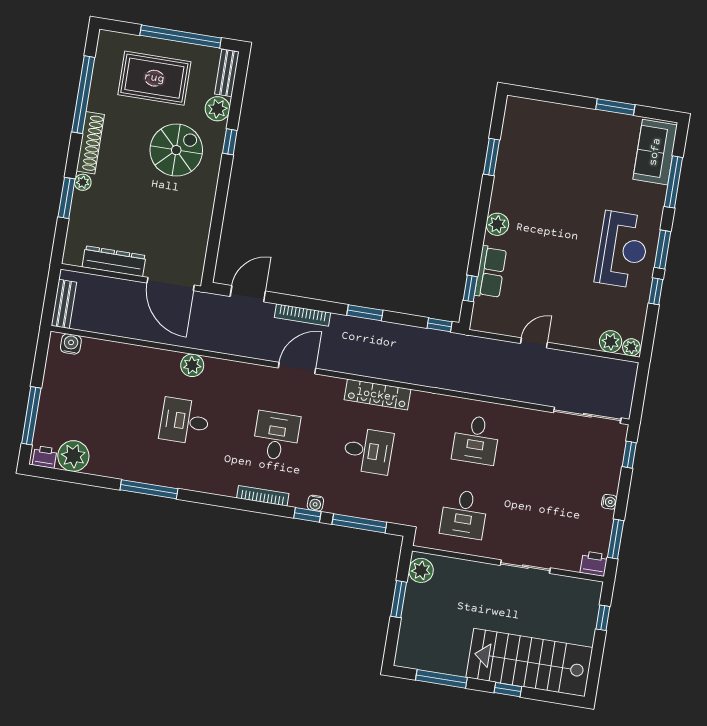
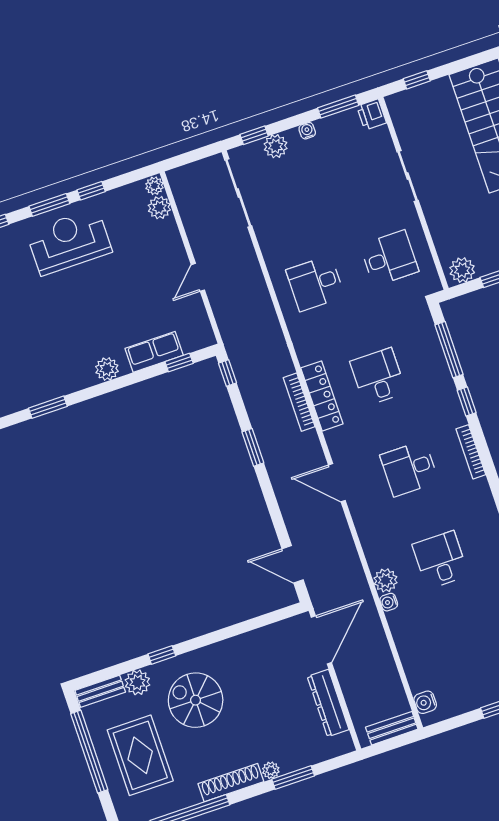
bookcase: (302, 315) -> (299, 402), moved, turned 180
door: (534, 343) -> (198, 277), hinge flipped
desk: (185, 421) -> (440, 560), turned 180
desk: (476, 440) -> (315, 283), turned 180
plant: (610, 468) -> (276, 146), added
water cooler: (315, 503) -> (389, 602), moved, turned 180

